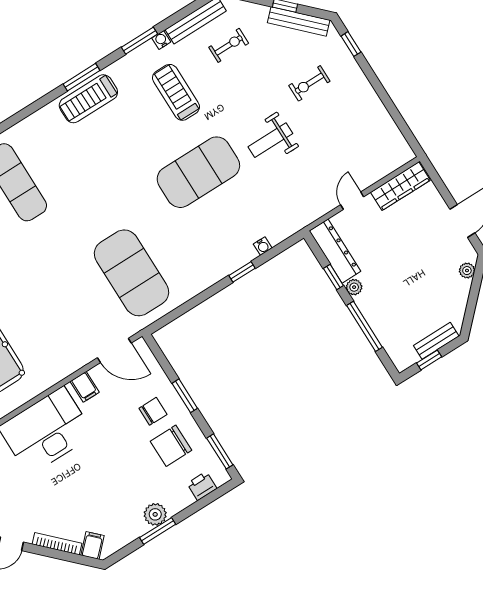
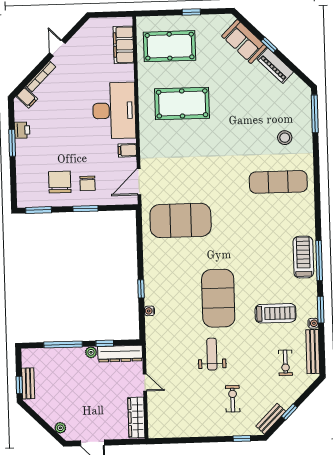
bench: (299, 21) -> (271, 419), width x0.73
window: (81, 77) -> (319, 261), width x1.44
window: (429, 360) -> (19, 385), moved
printer: (202, 486) -> (22, 130), moved
plant: (155, 514) -> (23, 147), removed

